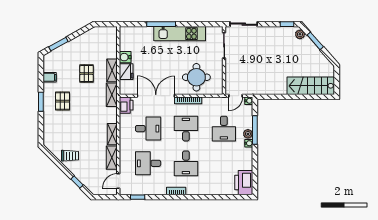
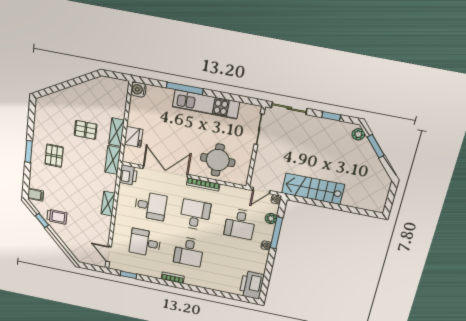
window: (287, 24) -> (331, 116), moved
window: (58, 44) -> (55, 89), removed
water cooler: (125, 57) -> (138, 90), moved
pallet: (87, 74) -> (86, 130), turned 90
filing cabinet: (50, 77) -> (36, 195), moved
stairs: (311, 86) -> (313, 189), moved
plant: (248, 134) -> (271, 219), moved
shelving: (112, 158) -> (104, 228), removed
door: (118, 181) -> (109, 254), hinge flipped
window: (77, 182) -> (42, 220), moved

